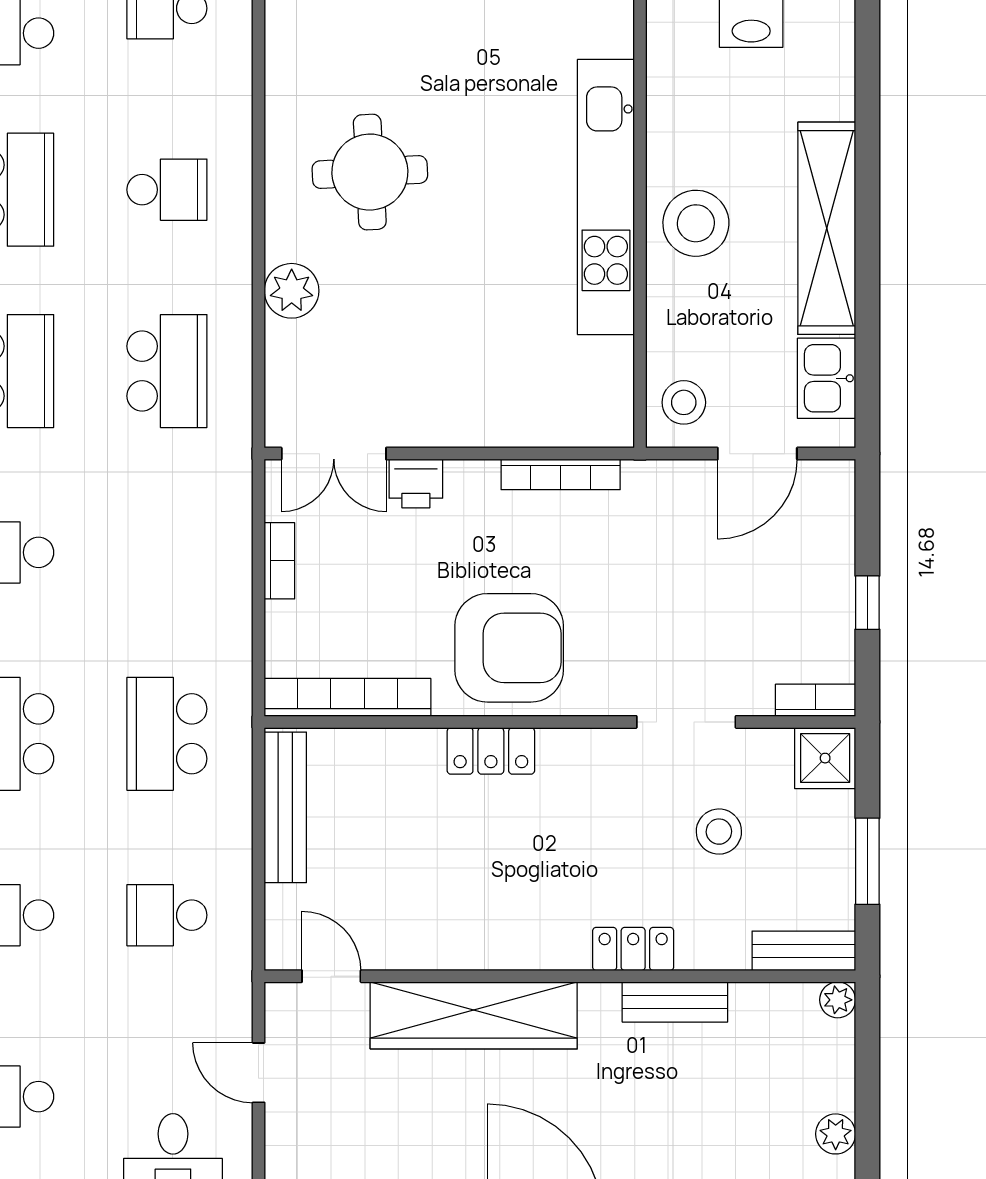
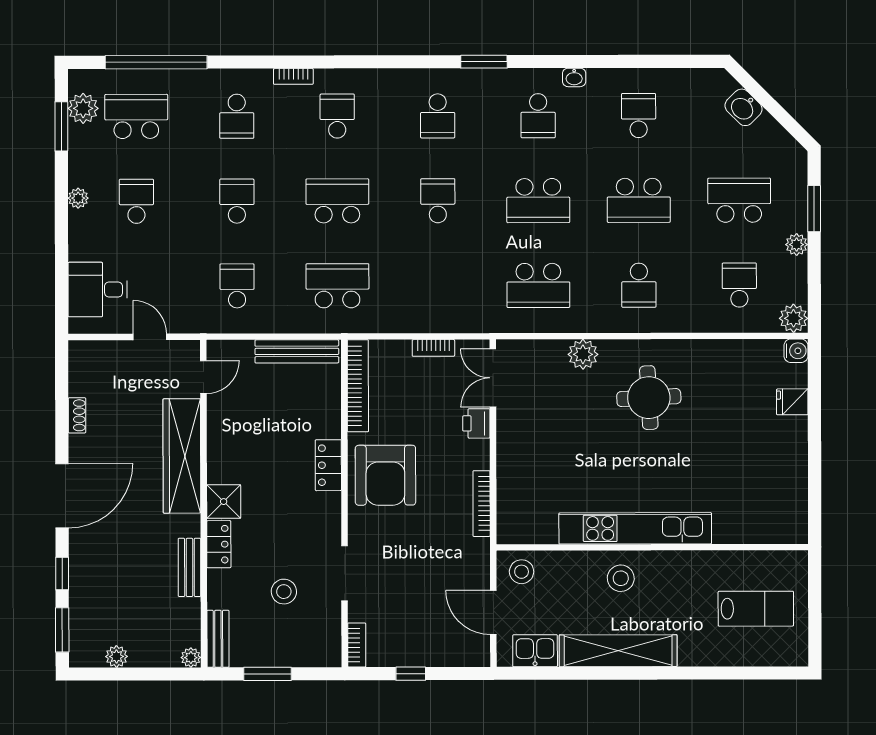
stool: (696, 223) -> (621, 578), width x0.73, depth x0.73
shower: (825, 758) -> (224, 502), moved
door: (259, 1073) -> (150, 337), hinge flipped

